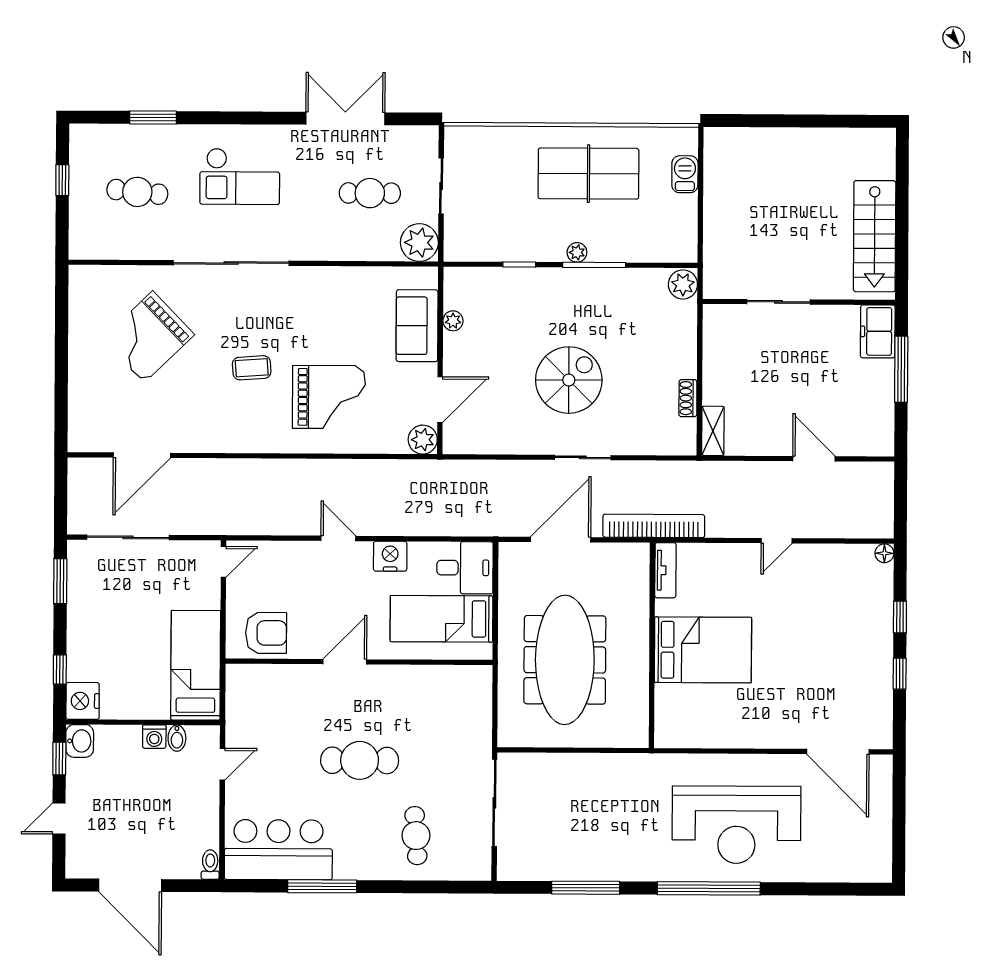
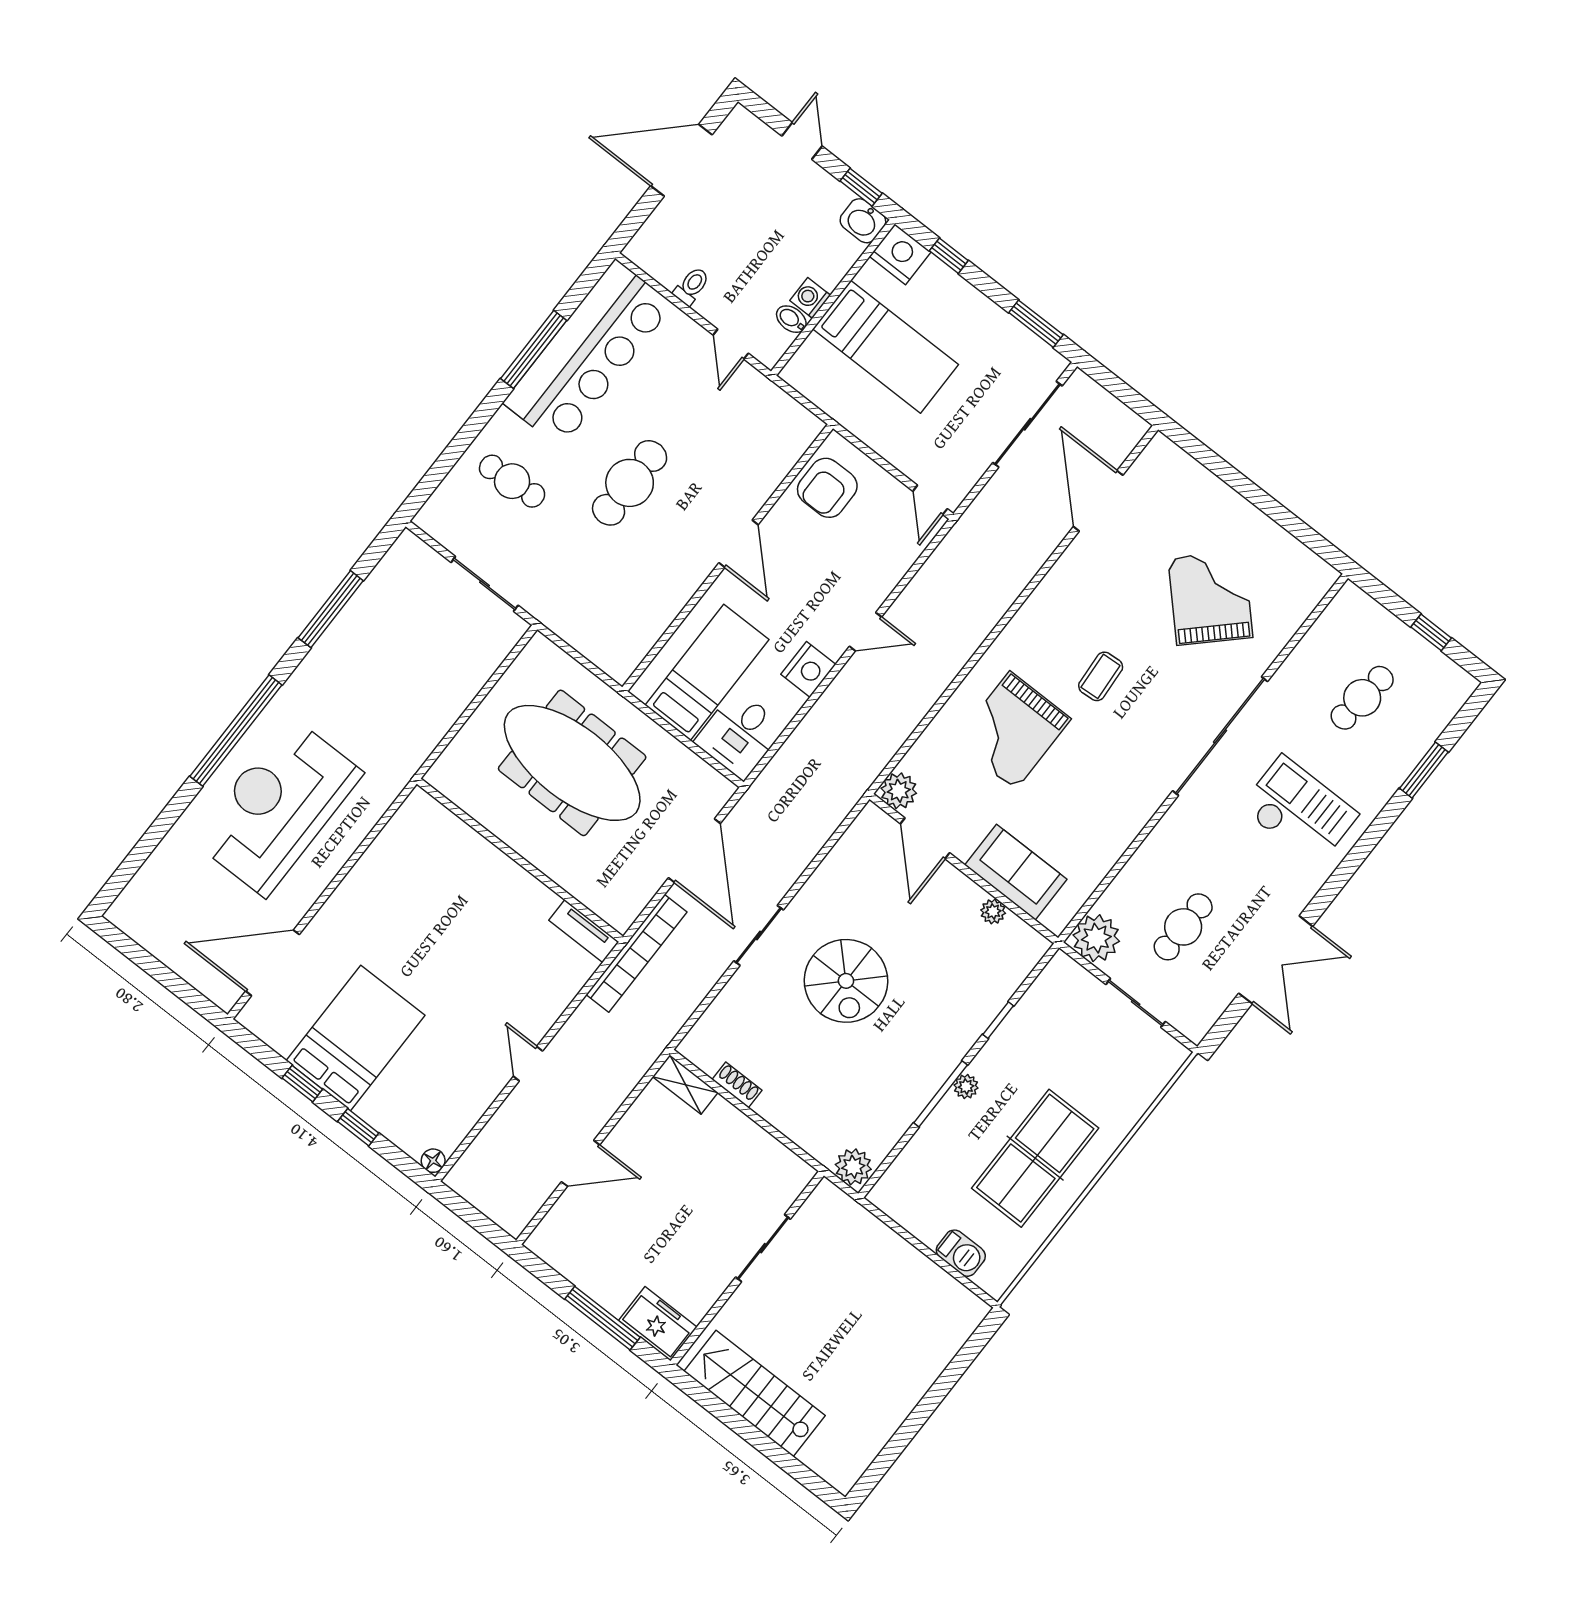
checkout: (240, 176) -> (1299, 811), turned 90
bed: (703, 650) -> (356, 1038), moved, turned 180
bed: (196, 665) -> (886, 347), moved
sliding door: (494, 803) -> (485, 584), width x0.73
bar counter: (278, 850) -> (588, 354), width x1.36
toilet: (210, 865) -> (692, 286), moved, turned -90

